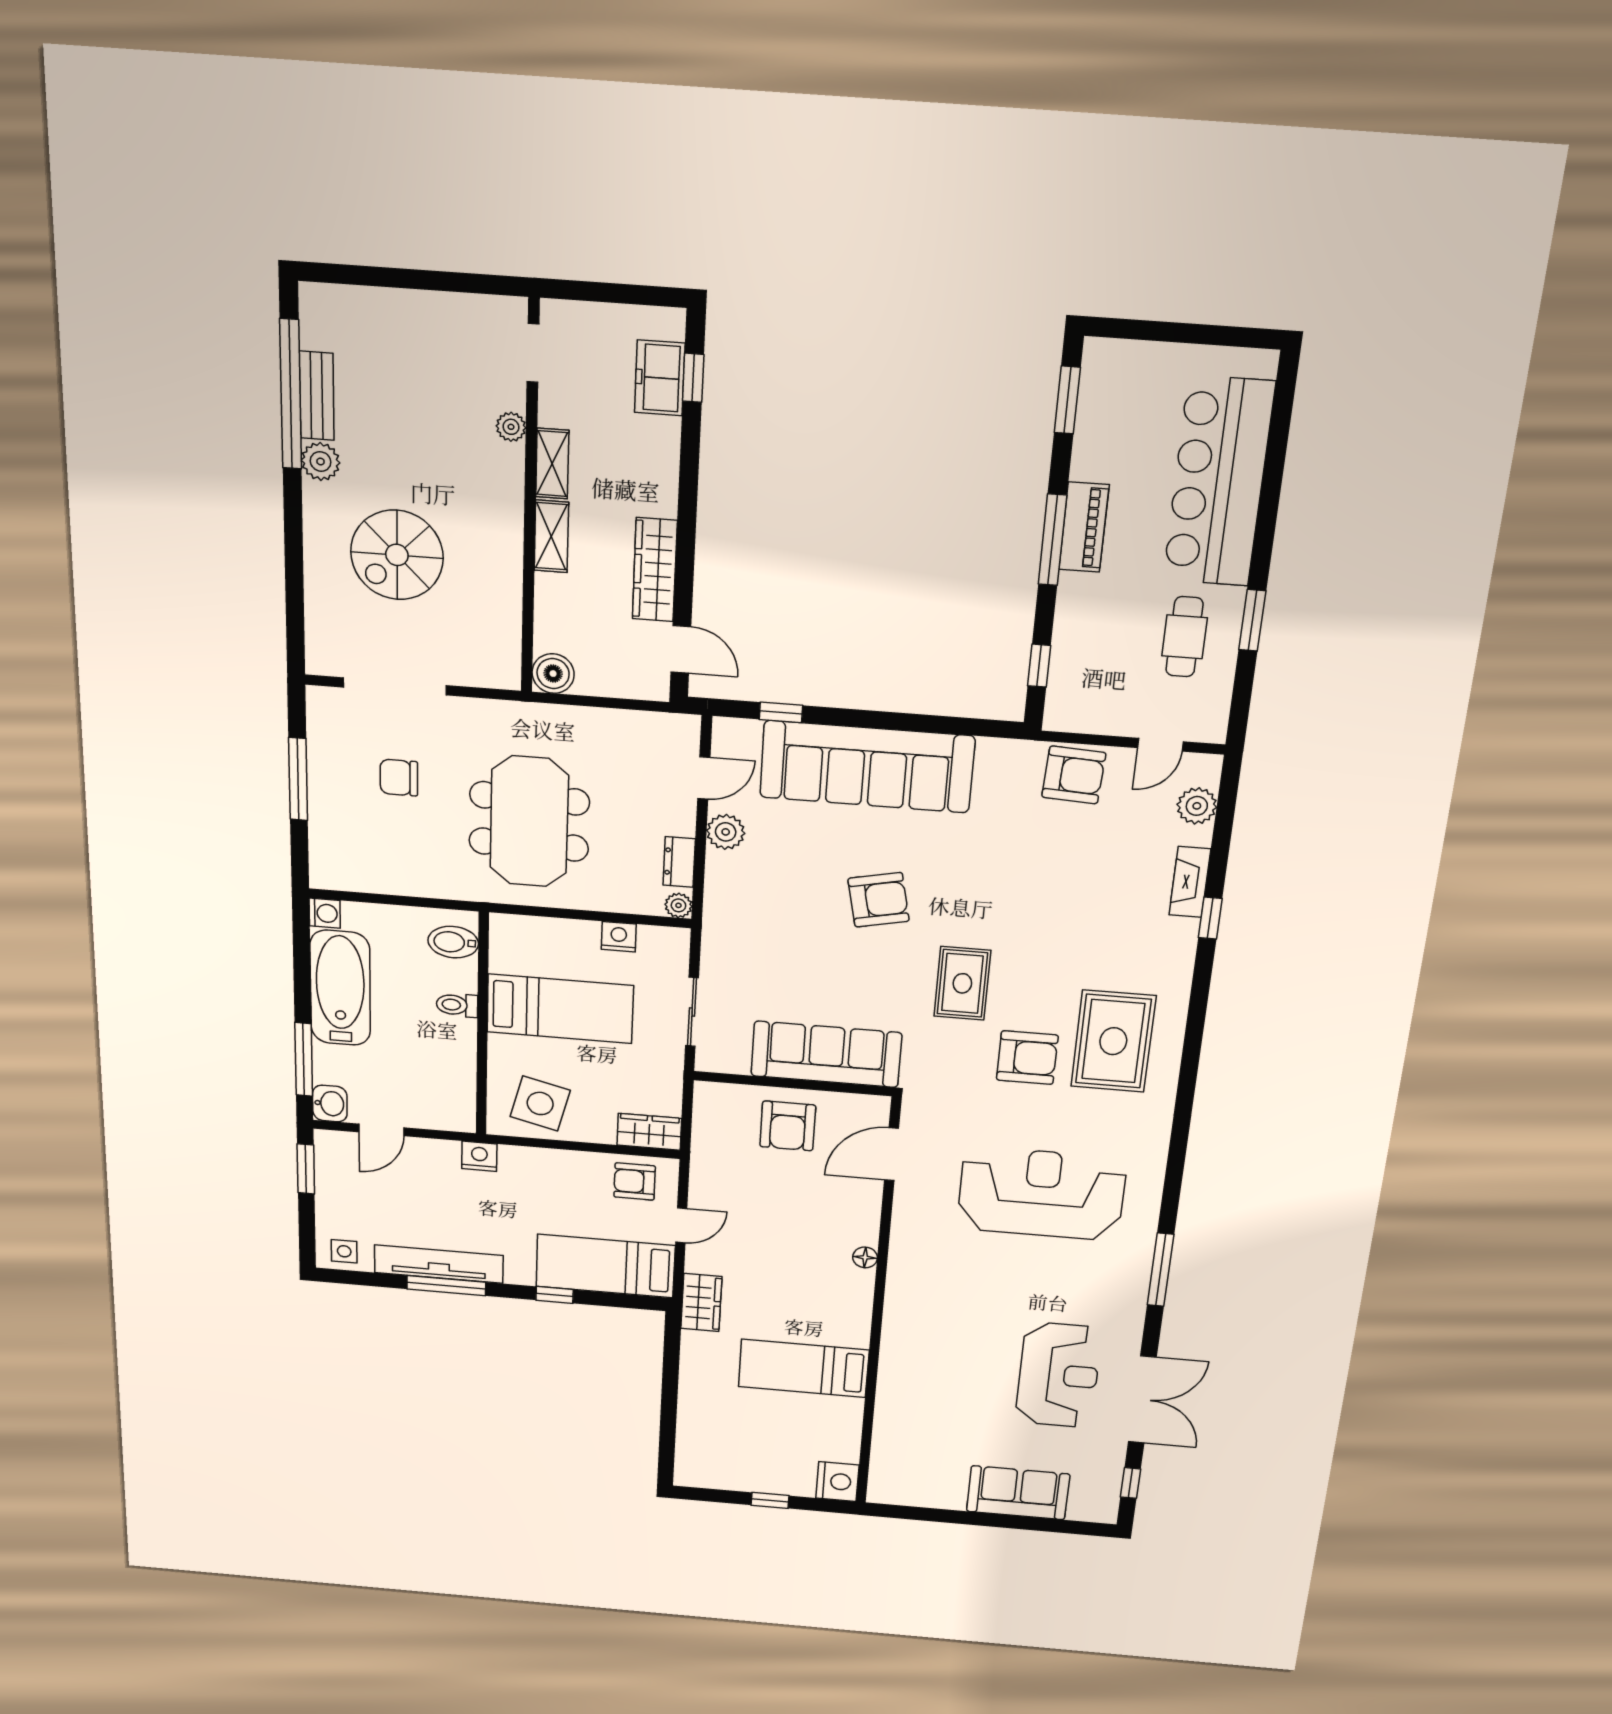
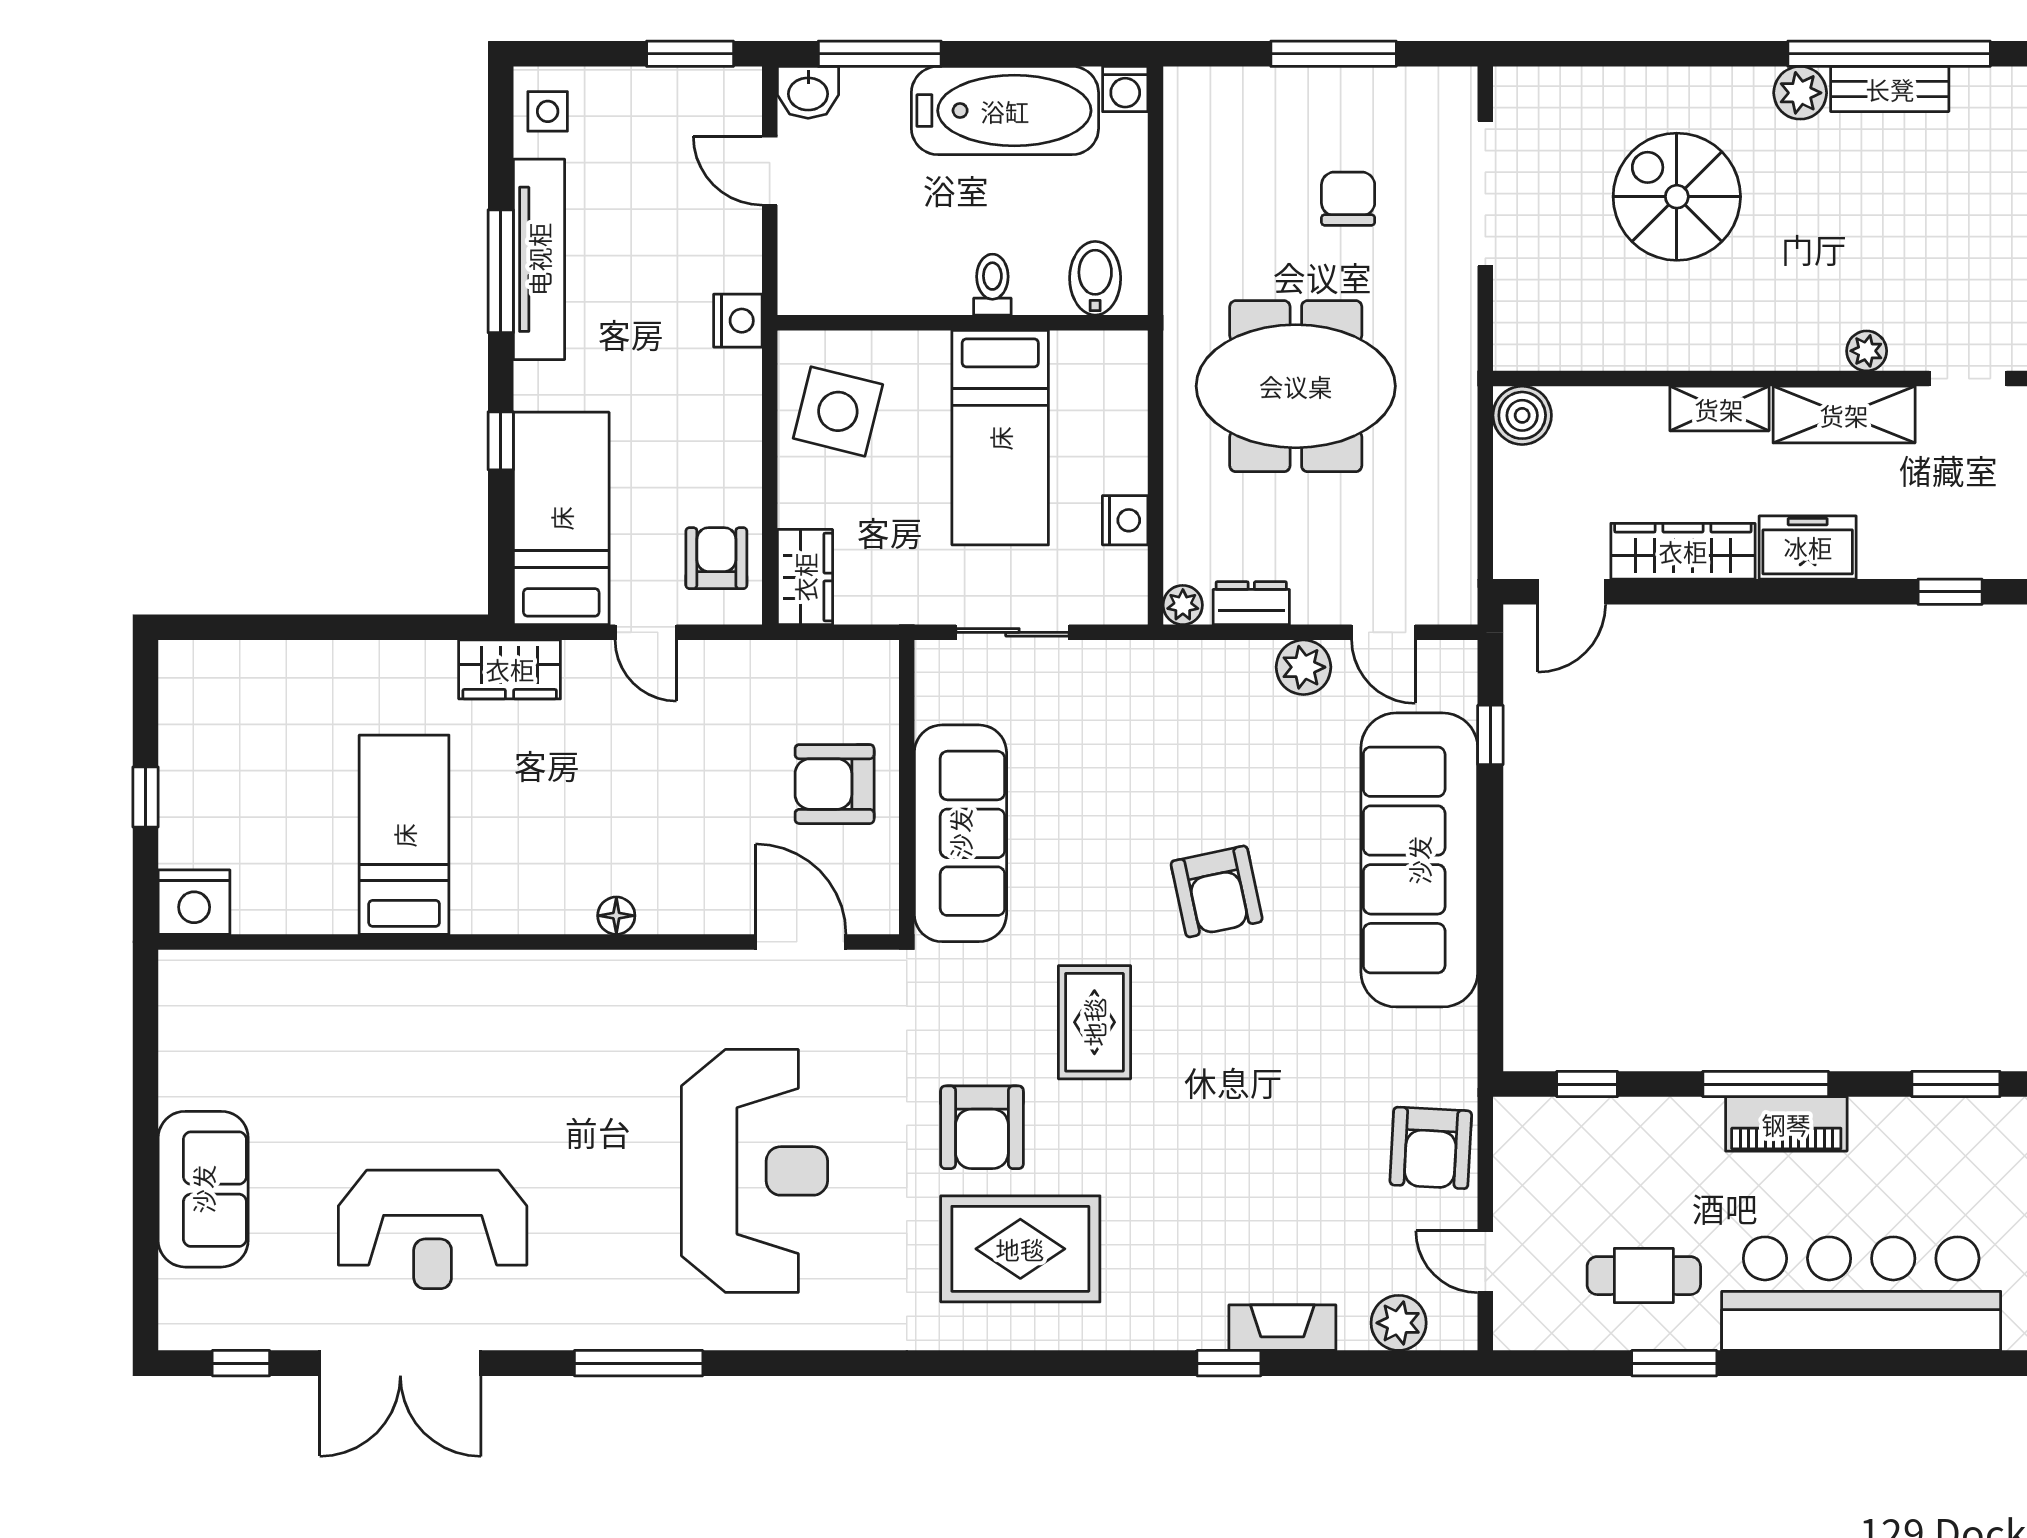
freezer: (660, 378) -> (1808, 547), moved
shelving: (552, 464) -> (1844, 415), width x1.50, depth x1.33
rug: (962, 983) -> (1094, 1022), turned 90

